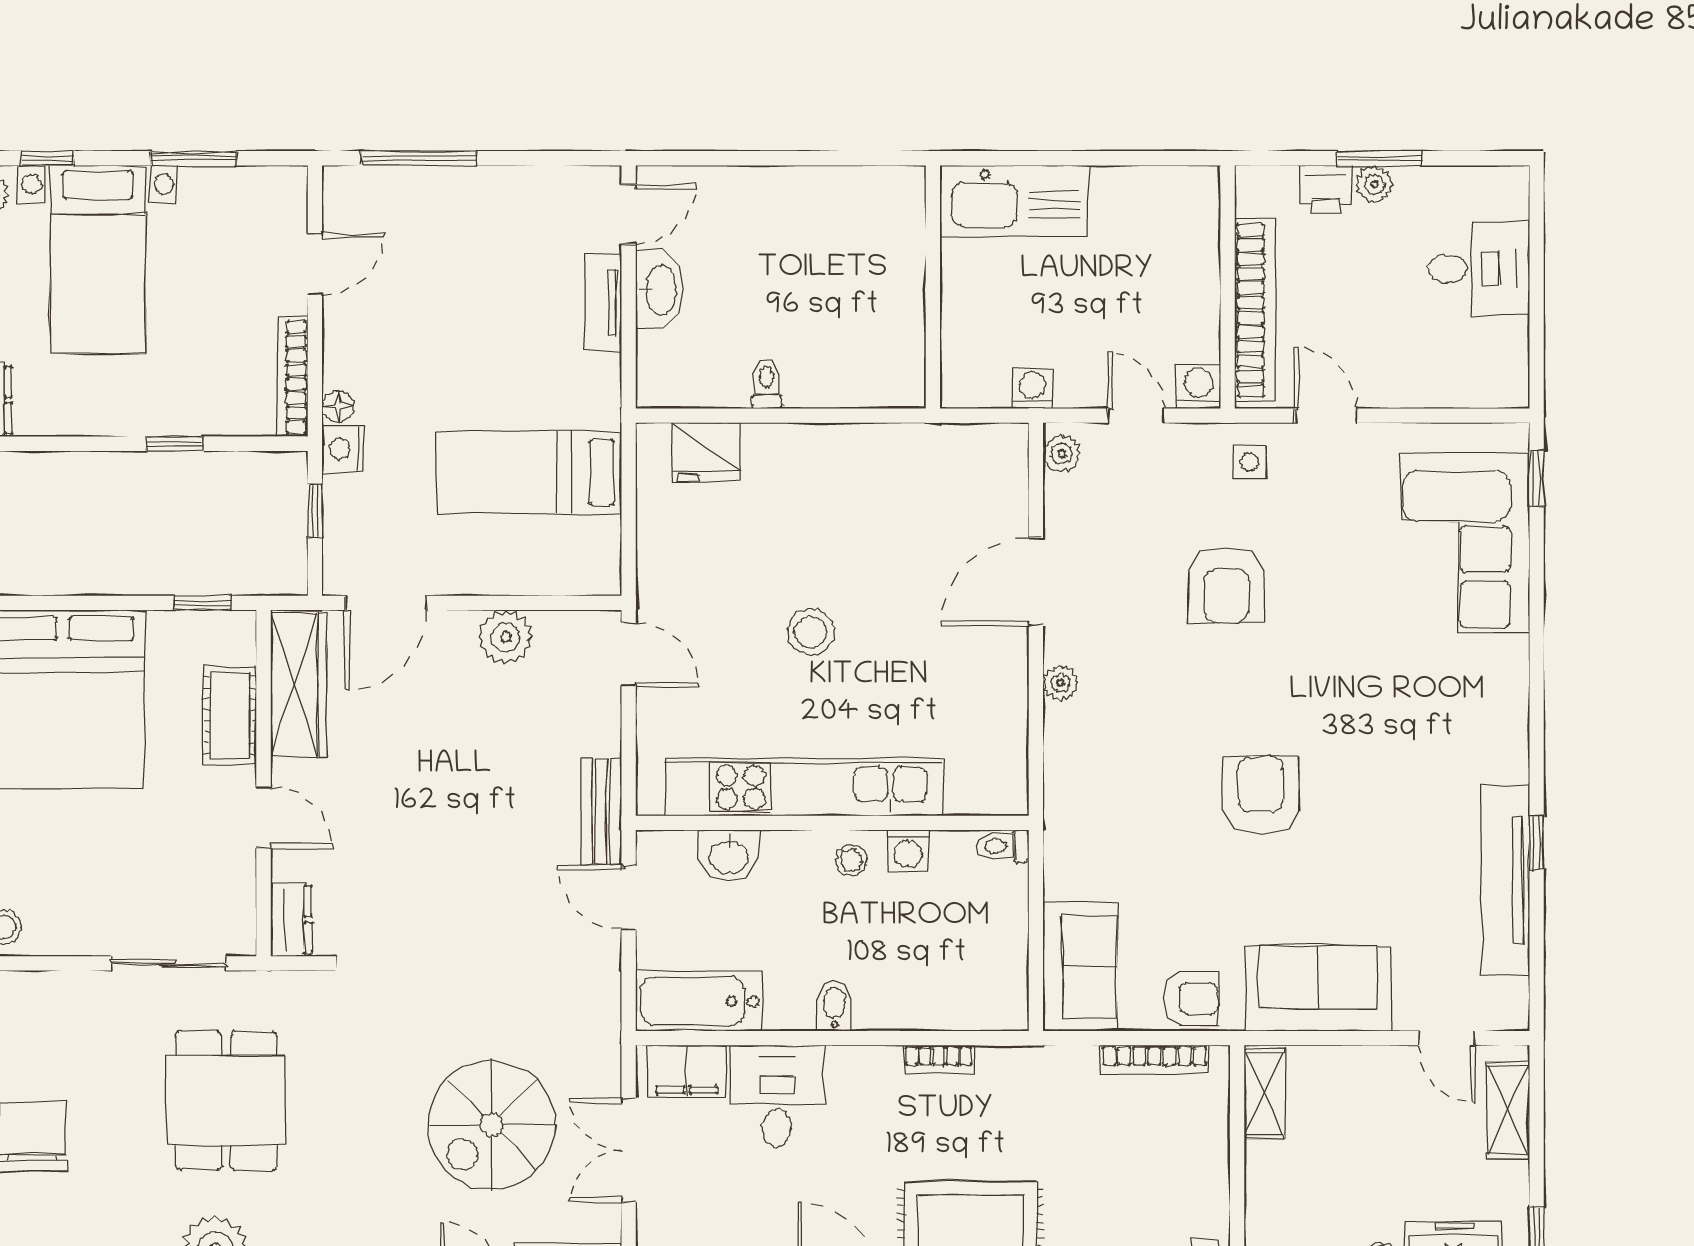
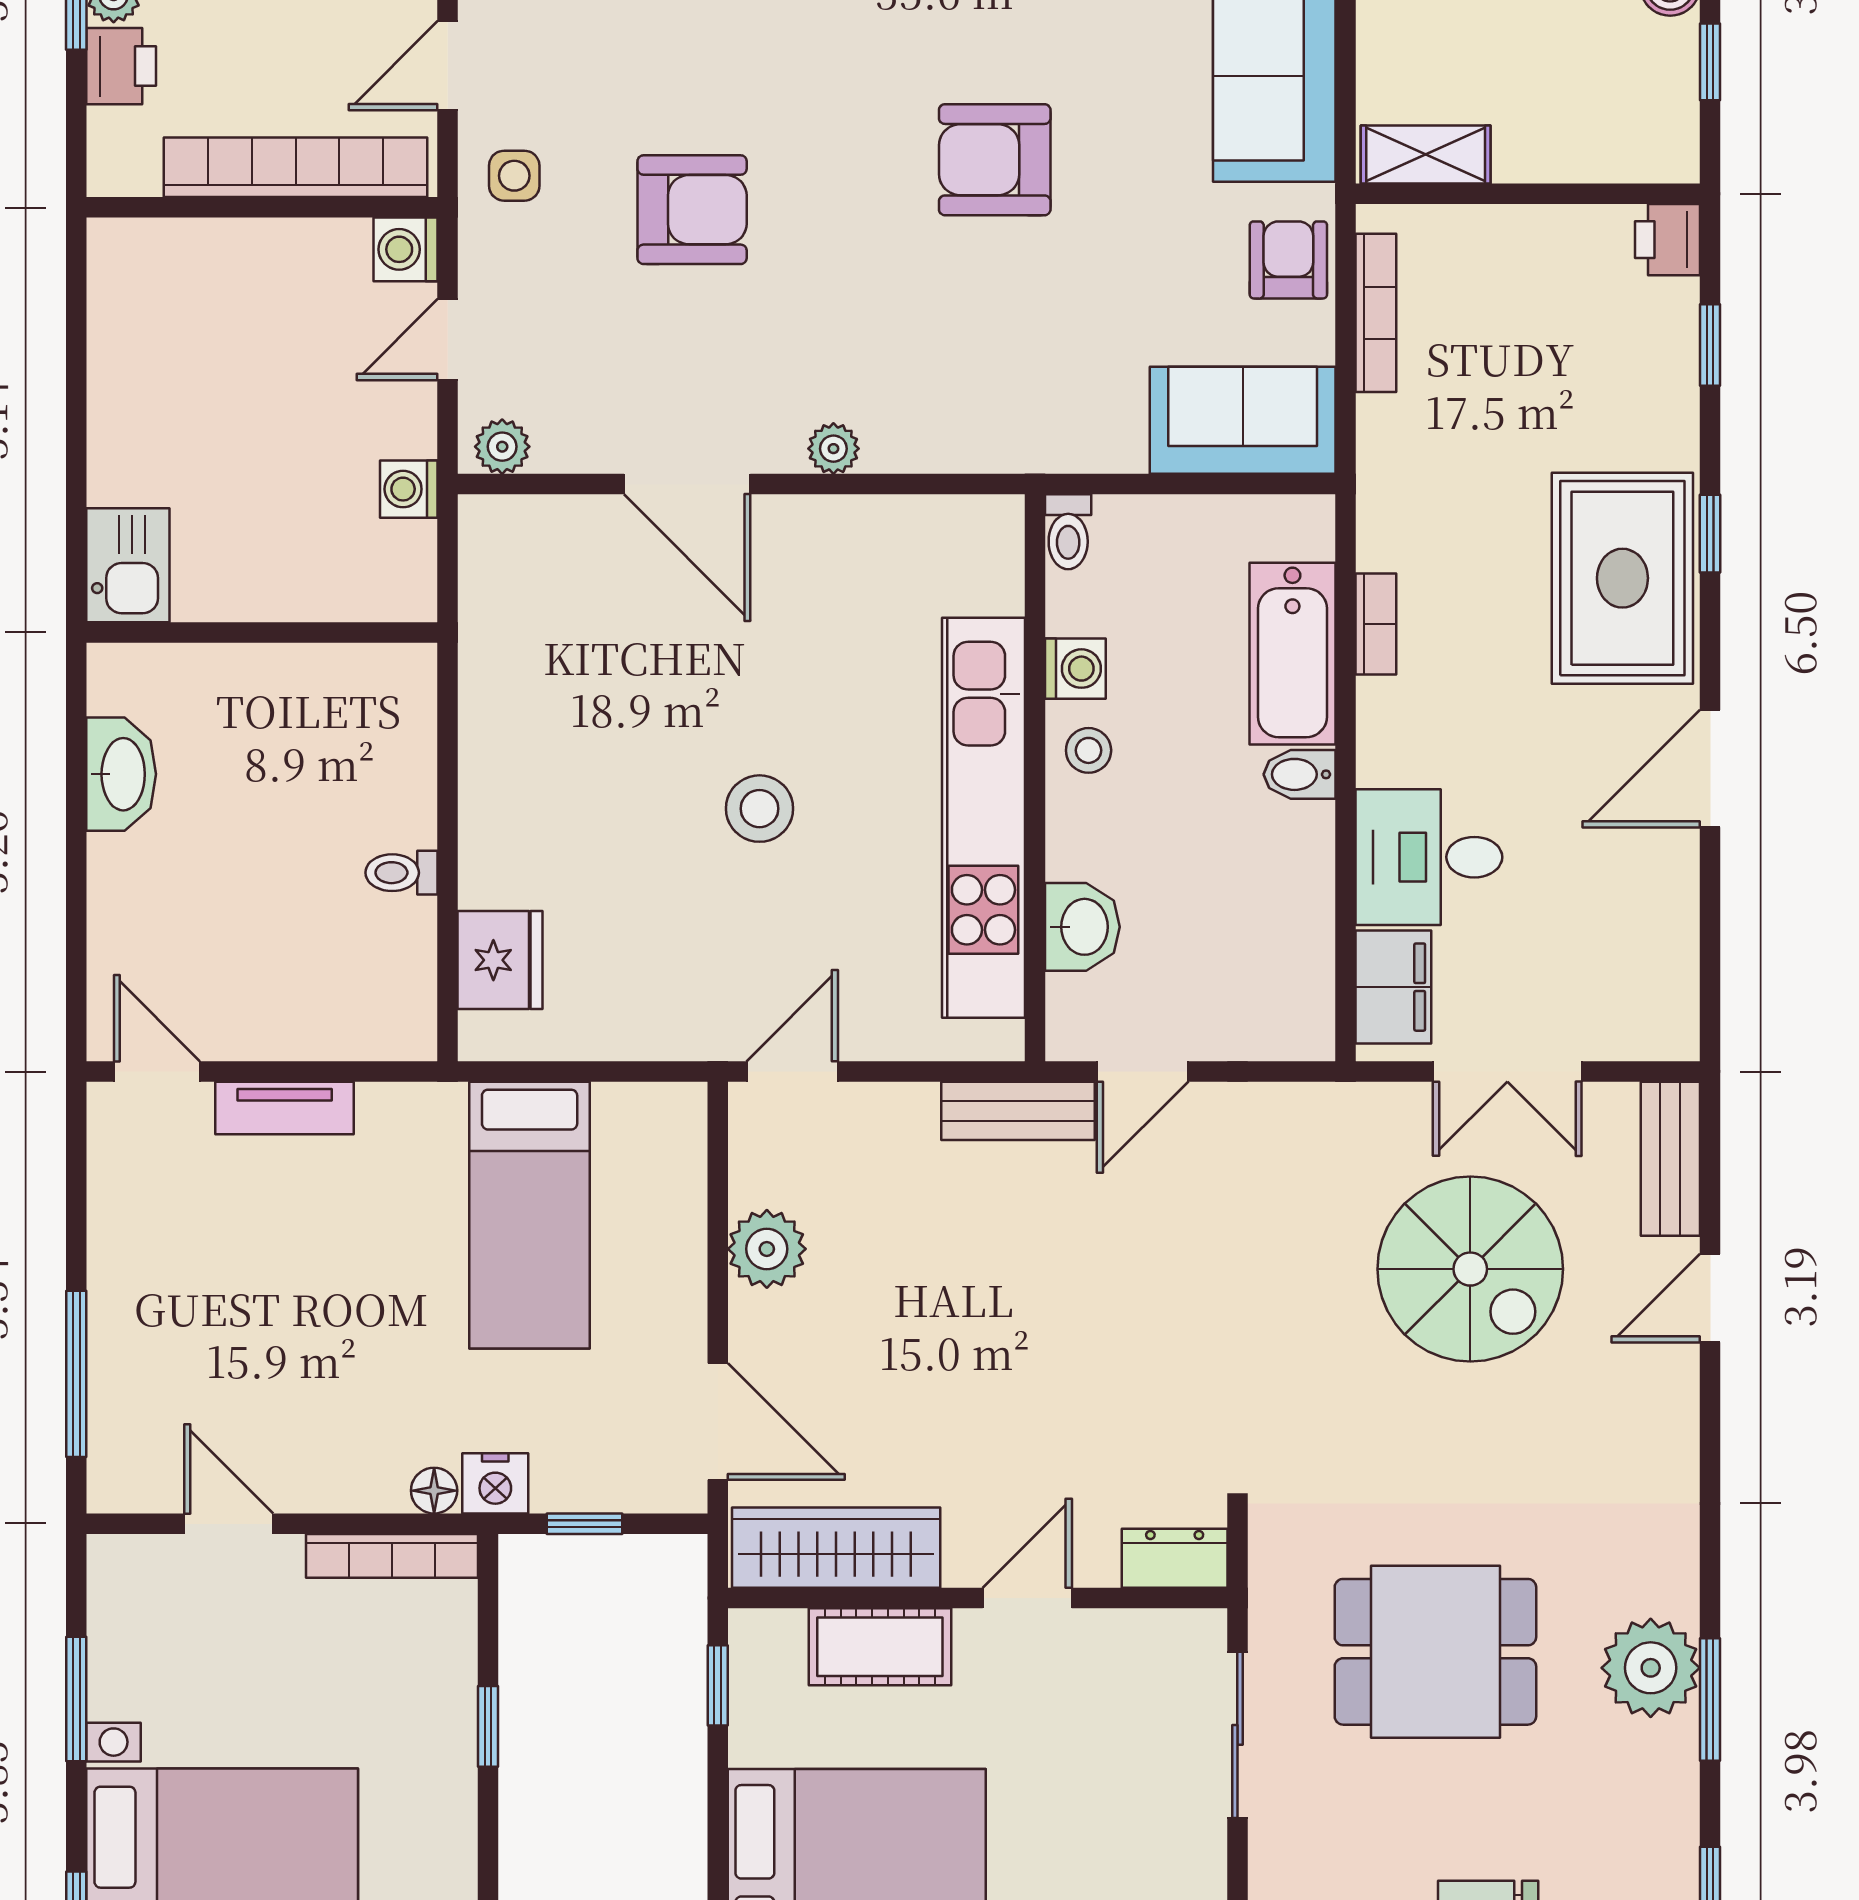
kitchen sink: (1014, 201) -> (128, 565), width x0.53, depth x0.81
washbasin: (660, 290) -> (121, 774), moved, turned 90
bathtub: (699, 1001) -> (1292, 654), moved

